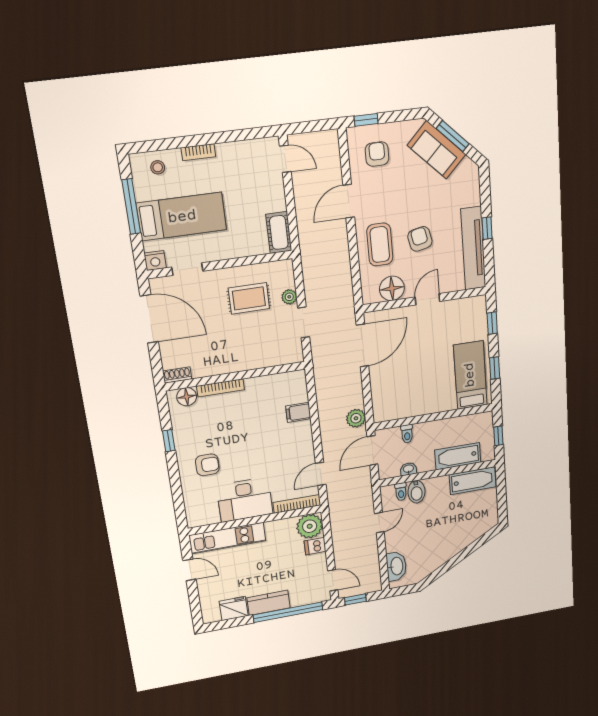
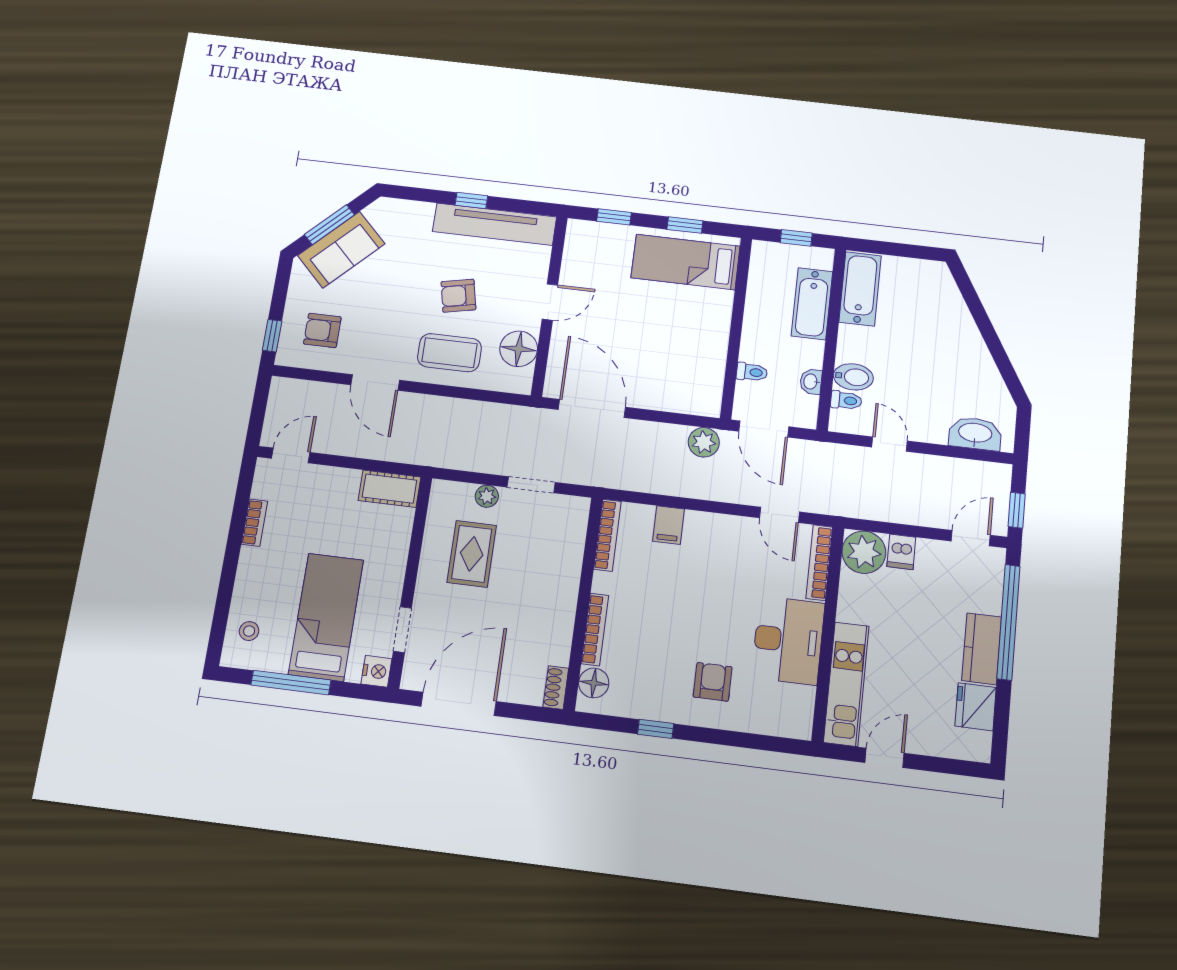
bookcase: (198, 152) -> (254, 523), moved
door: (427, 299) -> (550, 302), swing flipped
bookcase: (283, 378) -> (607, 535), added

